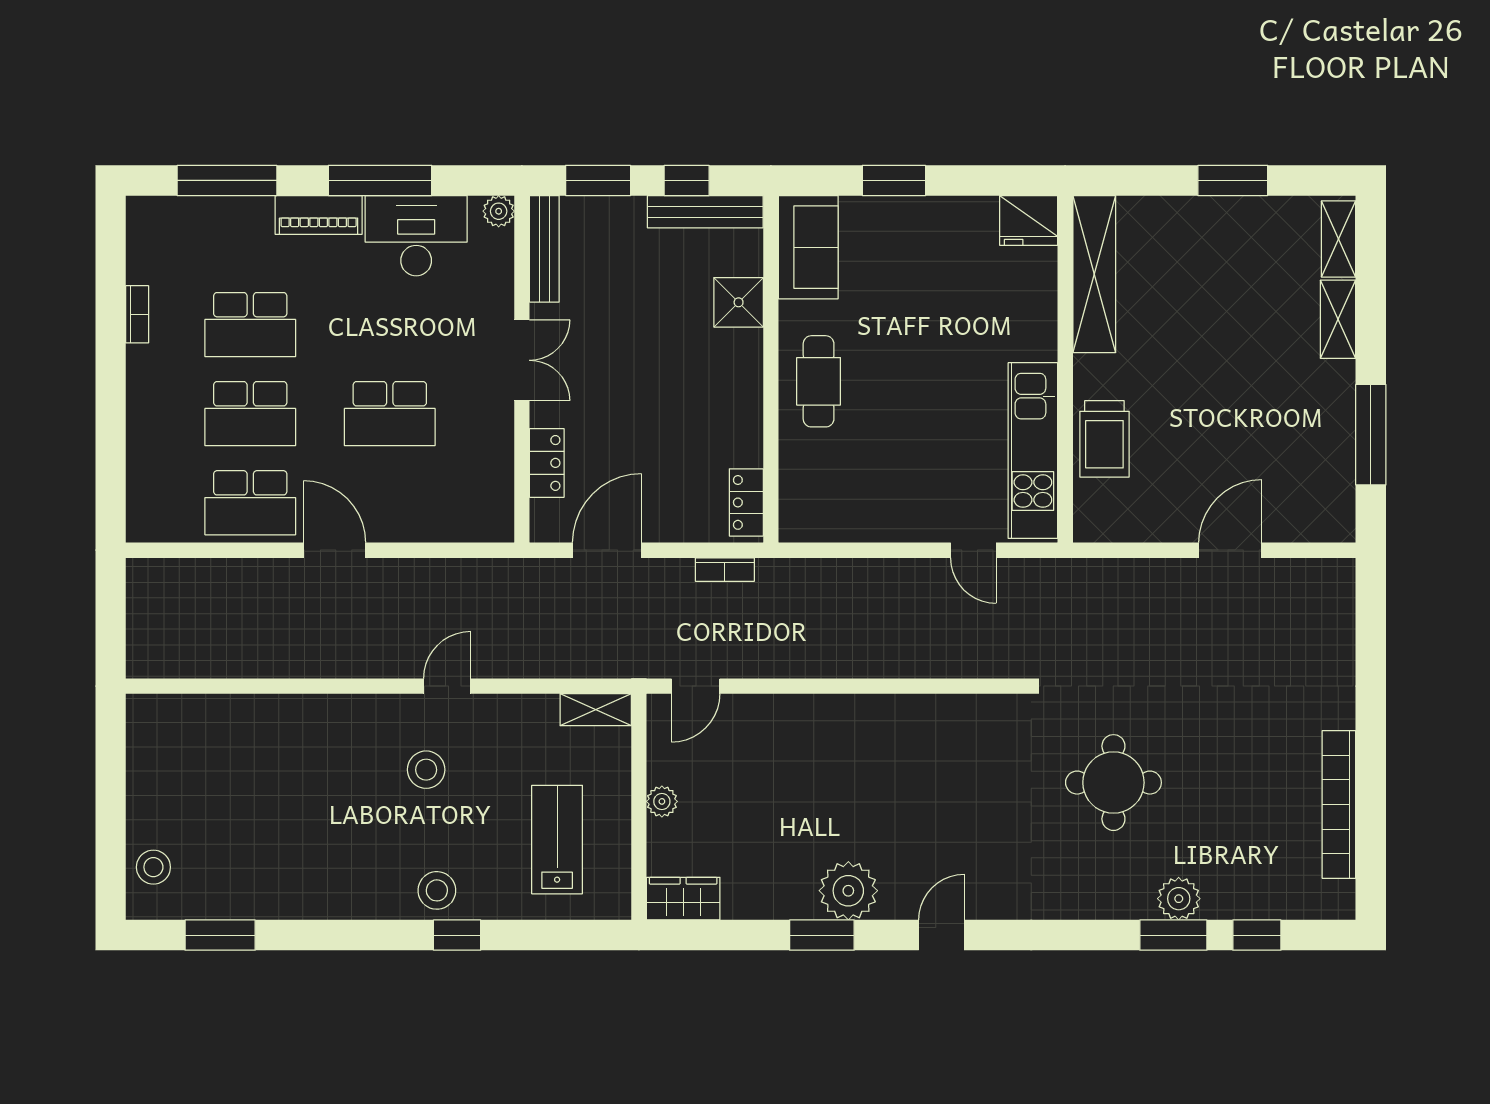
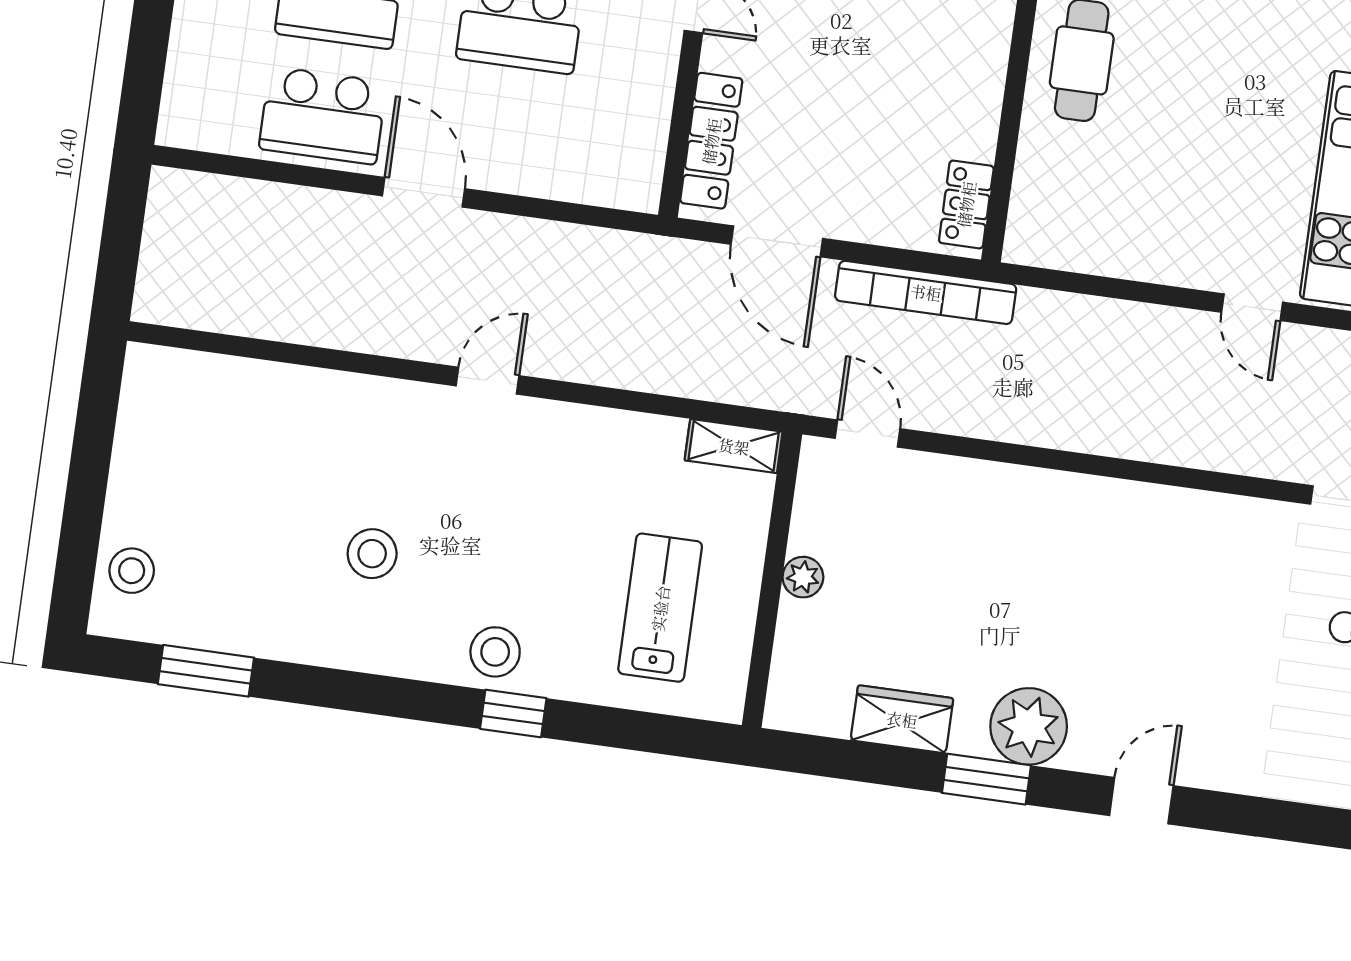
locker: (547, 463) -> (711, 141), width x1.53
door: (607, 550) -> (777, 241), swing flipped
bookcase: (725, 570) -> (926, 292), width x2.31, depth x1.31
door: (447, 686) -> (487, 381), moved
door: (696, 686) -> (867, 433), swing flipped
stool: (426, 770) -> (372, 554), moved
wardrobe: (683, 899) -> (902, 719), moved

